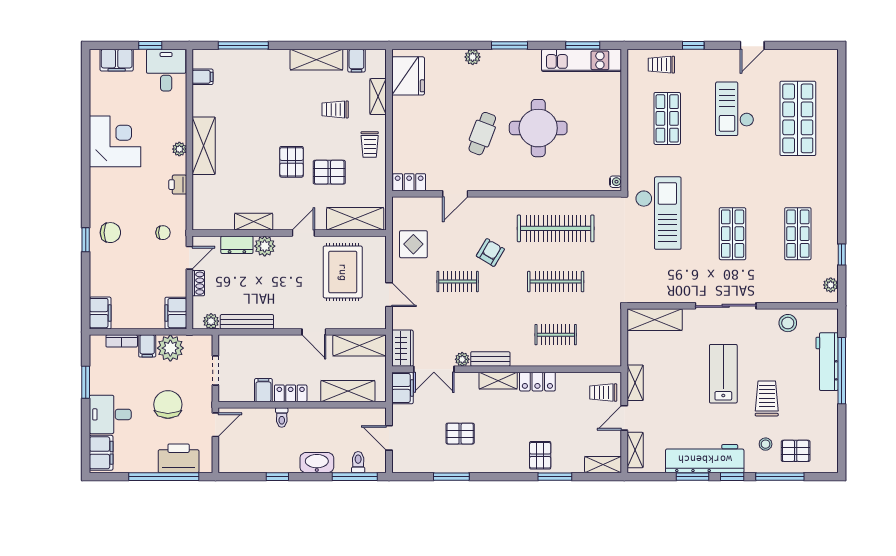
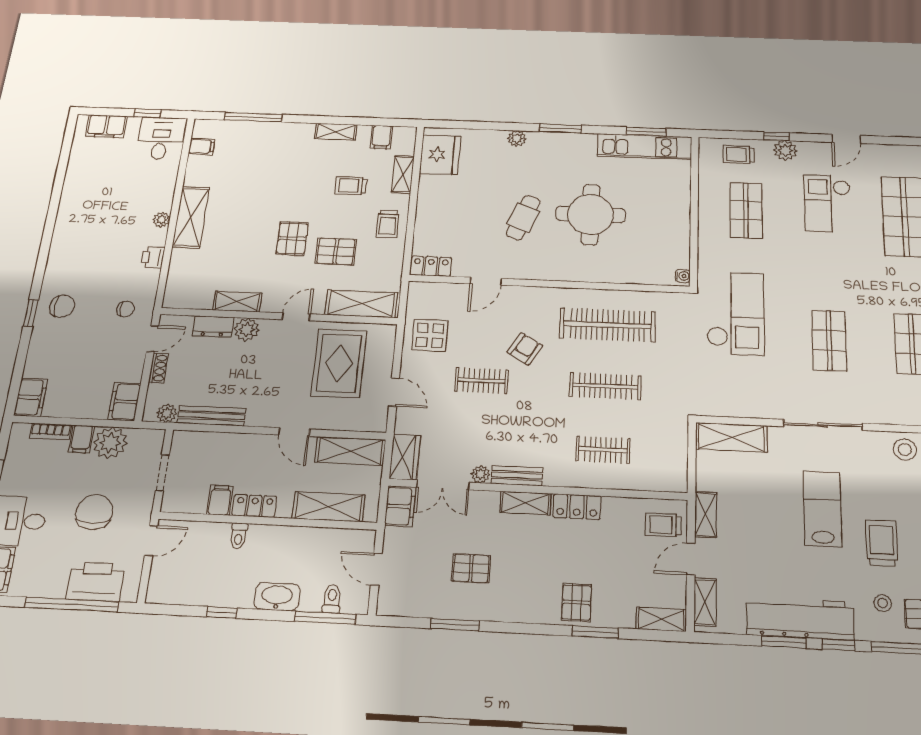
plant: (701, 59) -> (785, 150), added
shelving: (316, 60) -> (336, 132), width x0.67, depth x0.75
corner desk: (115, 141) -> (88, 209), removed

